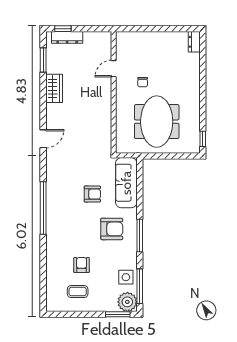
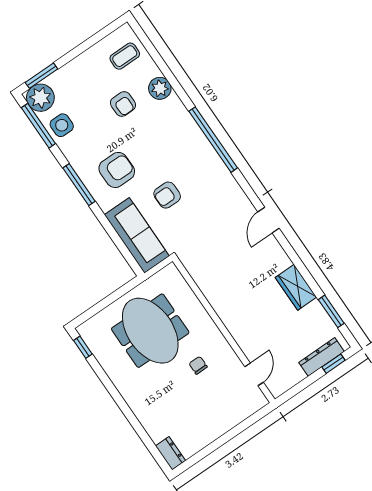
door: (114, 69) -> (254, 374), moved
armchair: (112, 229) -> (117, 170), turned 180
plant: (54, 259) -> (160, 88), added
coffee table: (78, 292) -> (125, 56), moved

